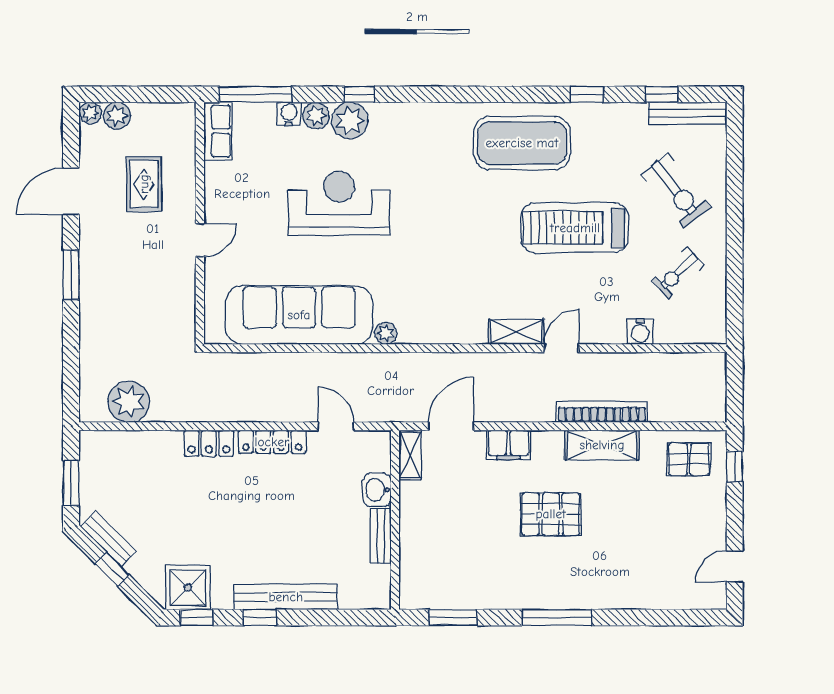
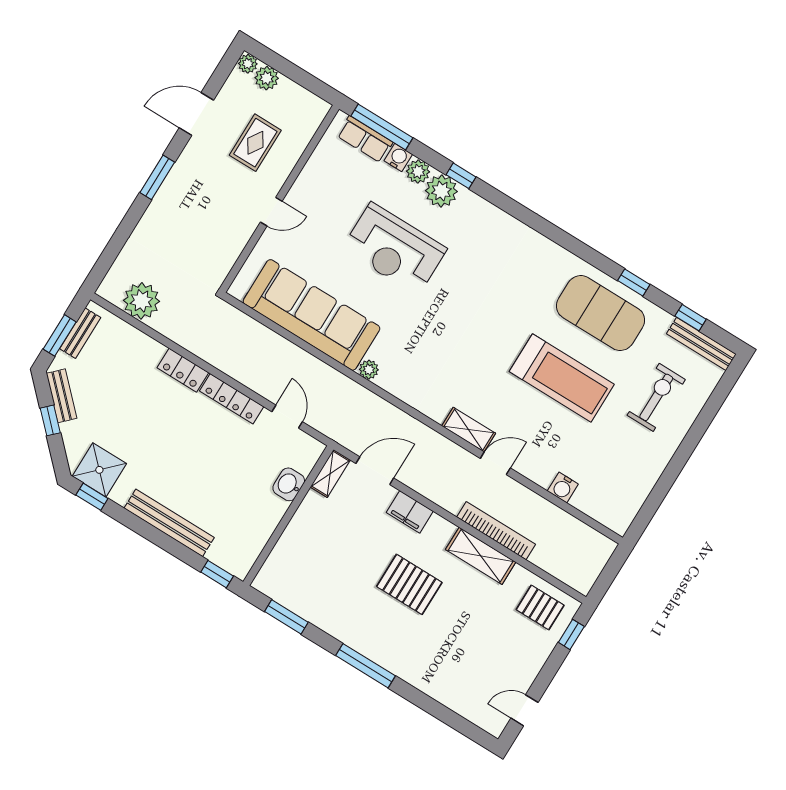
row of seats: (218, 131) -> (365, 139), moved, turned 90
exercise mat: (522, 143) -> (600, 313), moved
exercise bike: (676, 191) -> (656, 397), turned -141
reception desk: (339, 203) -> (394, 249), turned 180
treadmill: (575, 228) -> (562, 378), turned 180
exercise bike: (678, 273) -> (619, 461), removed
bench: (381, 536) -> (80, 333), moved
window: (260, 618) -> (217, 574), moved

